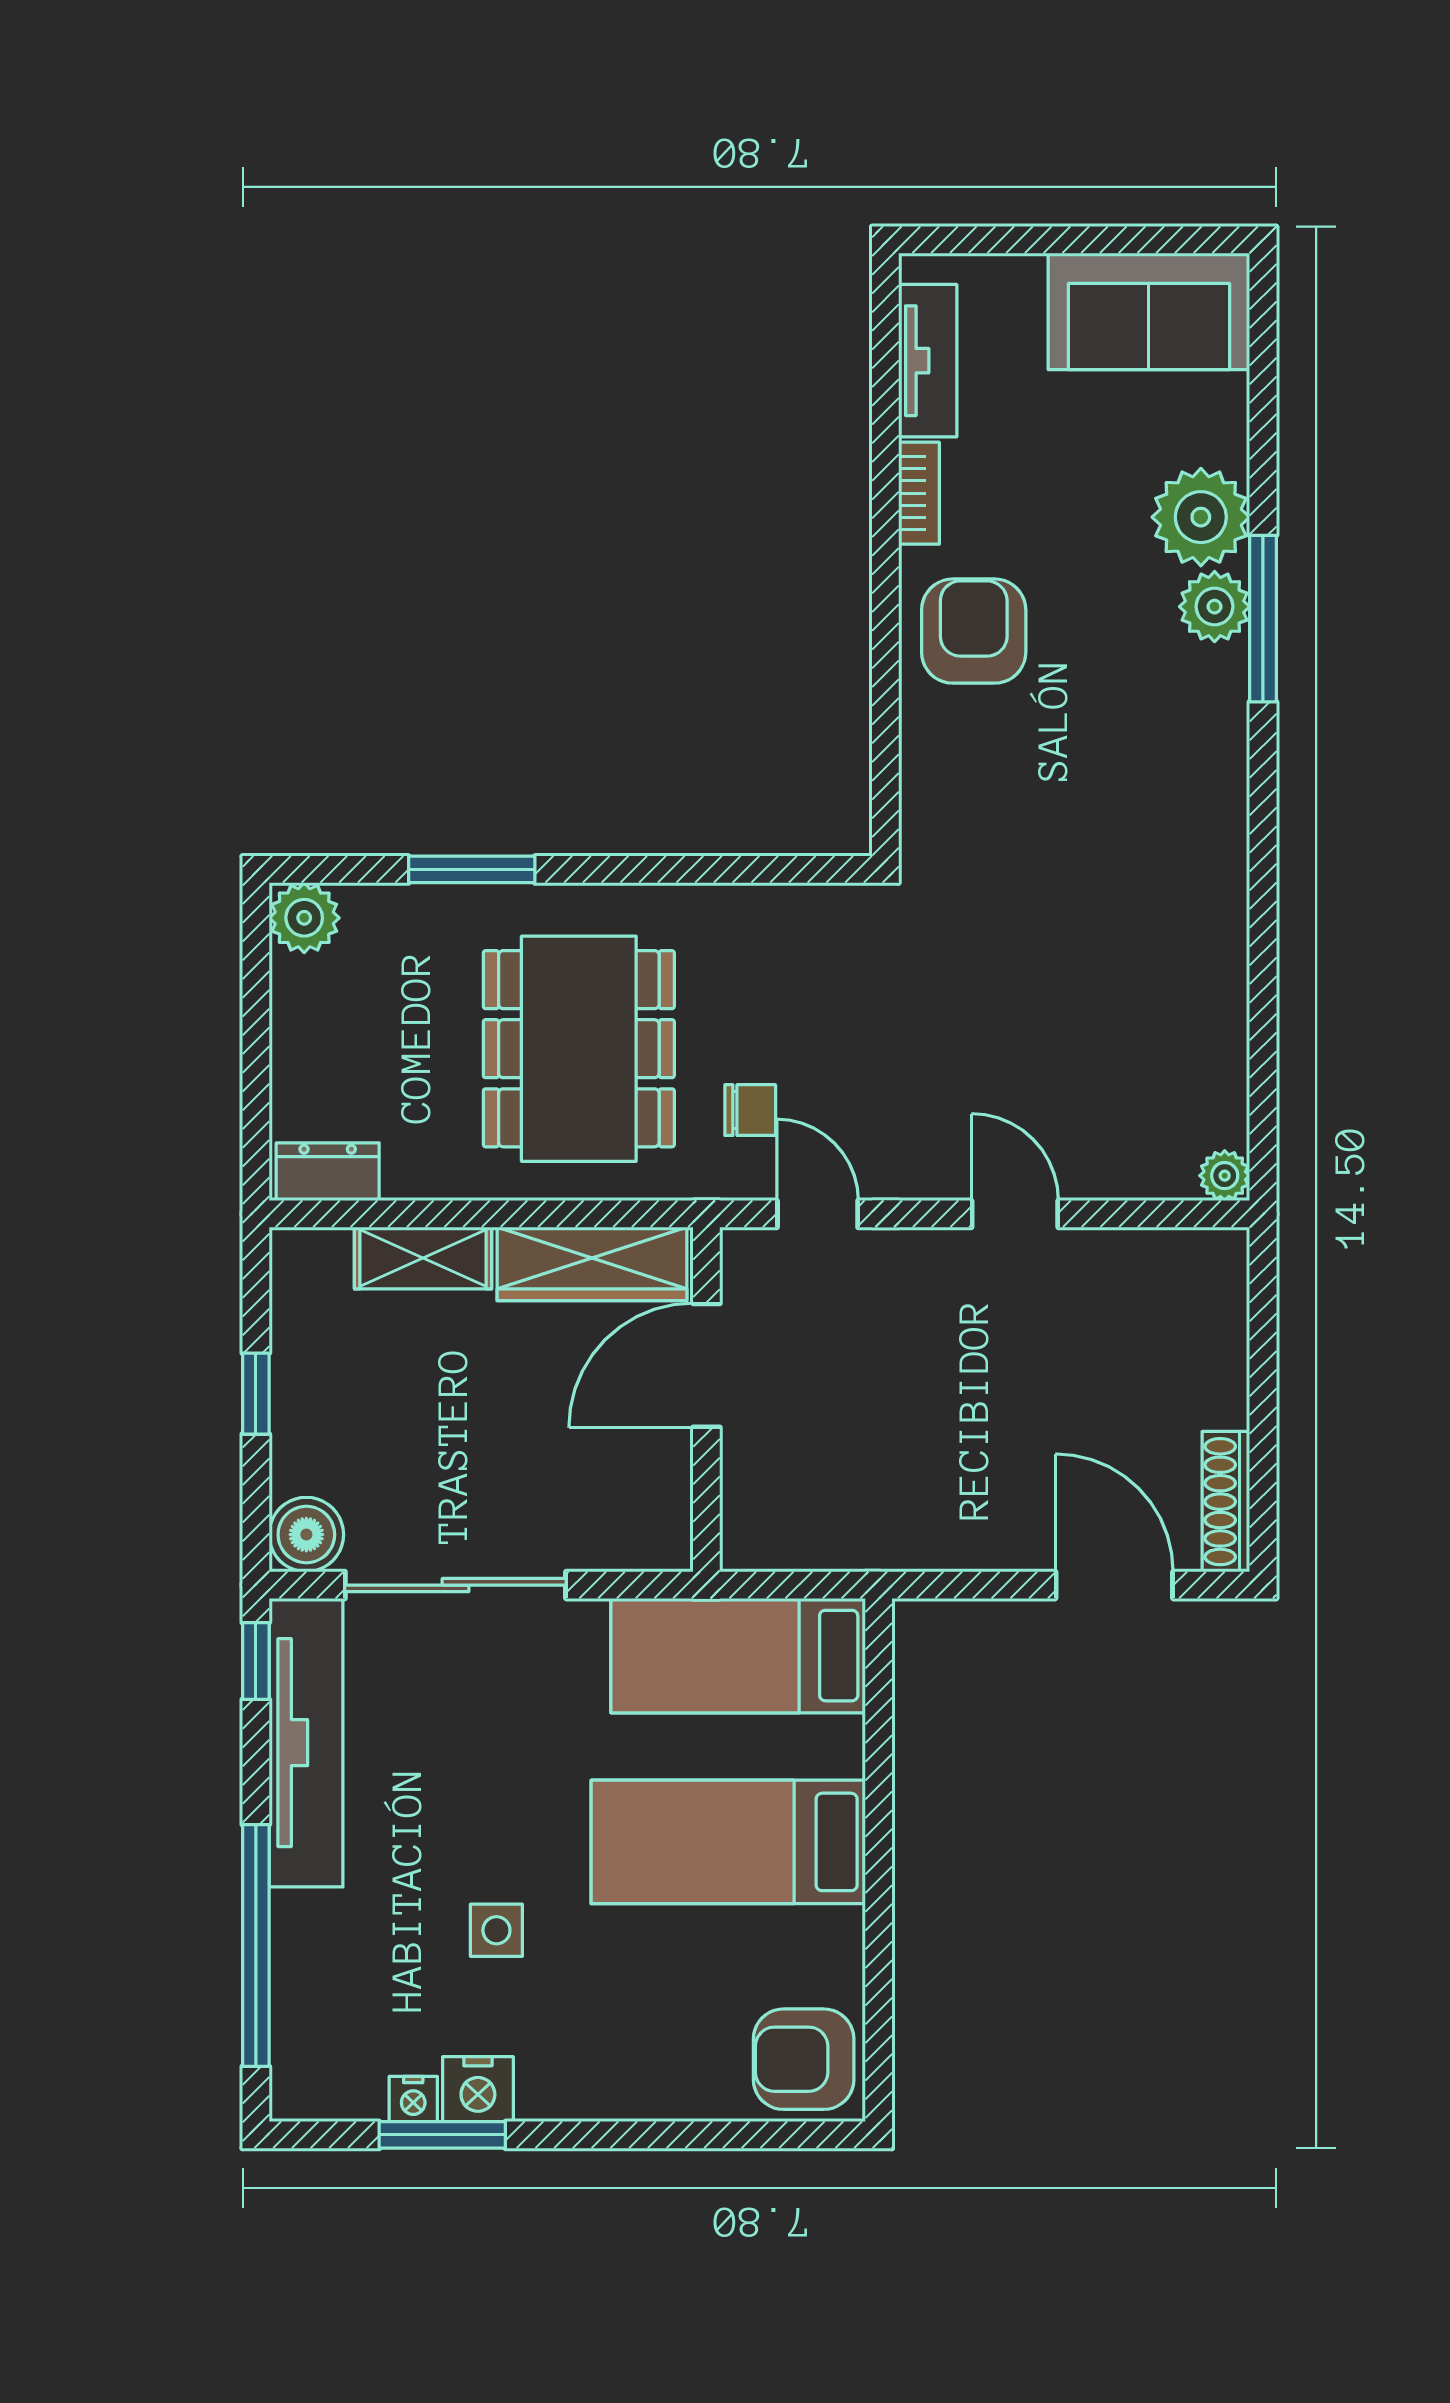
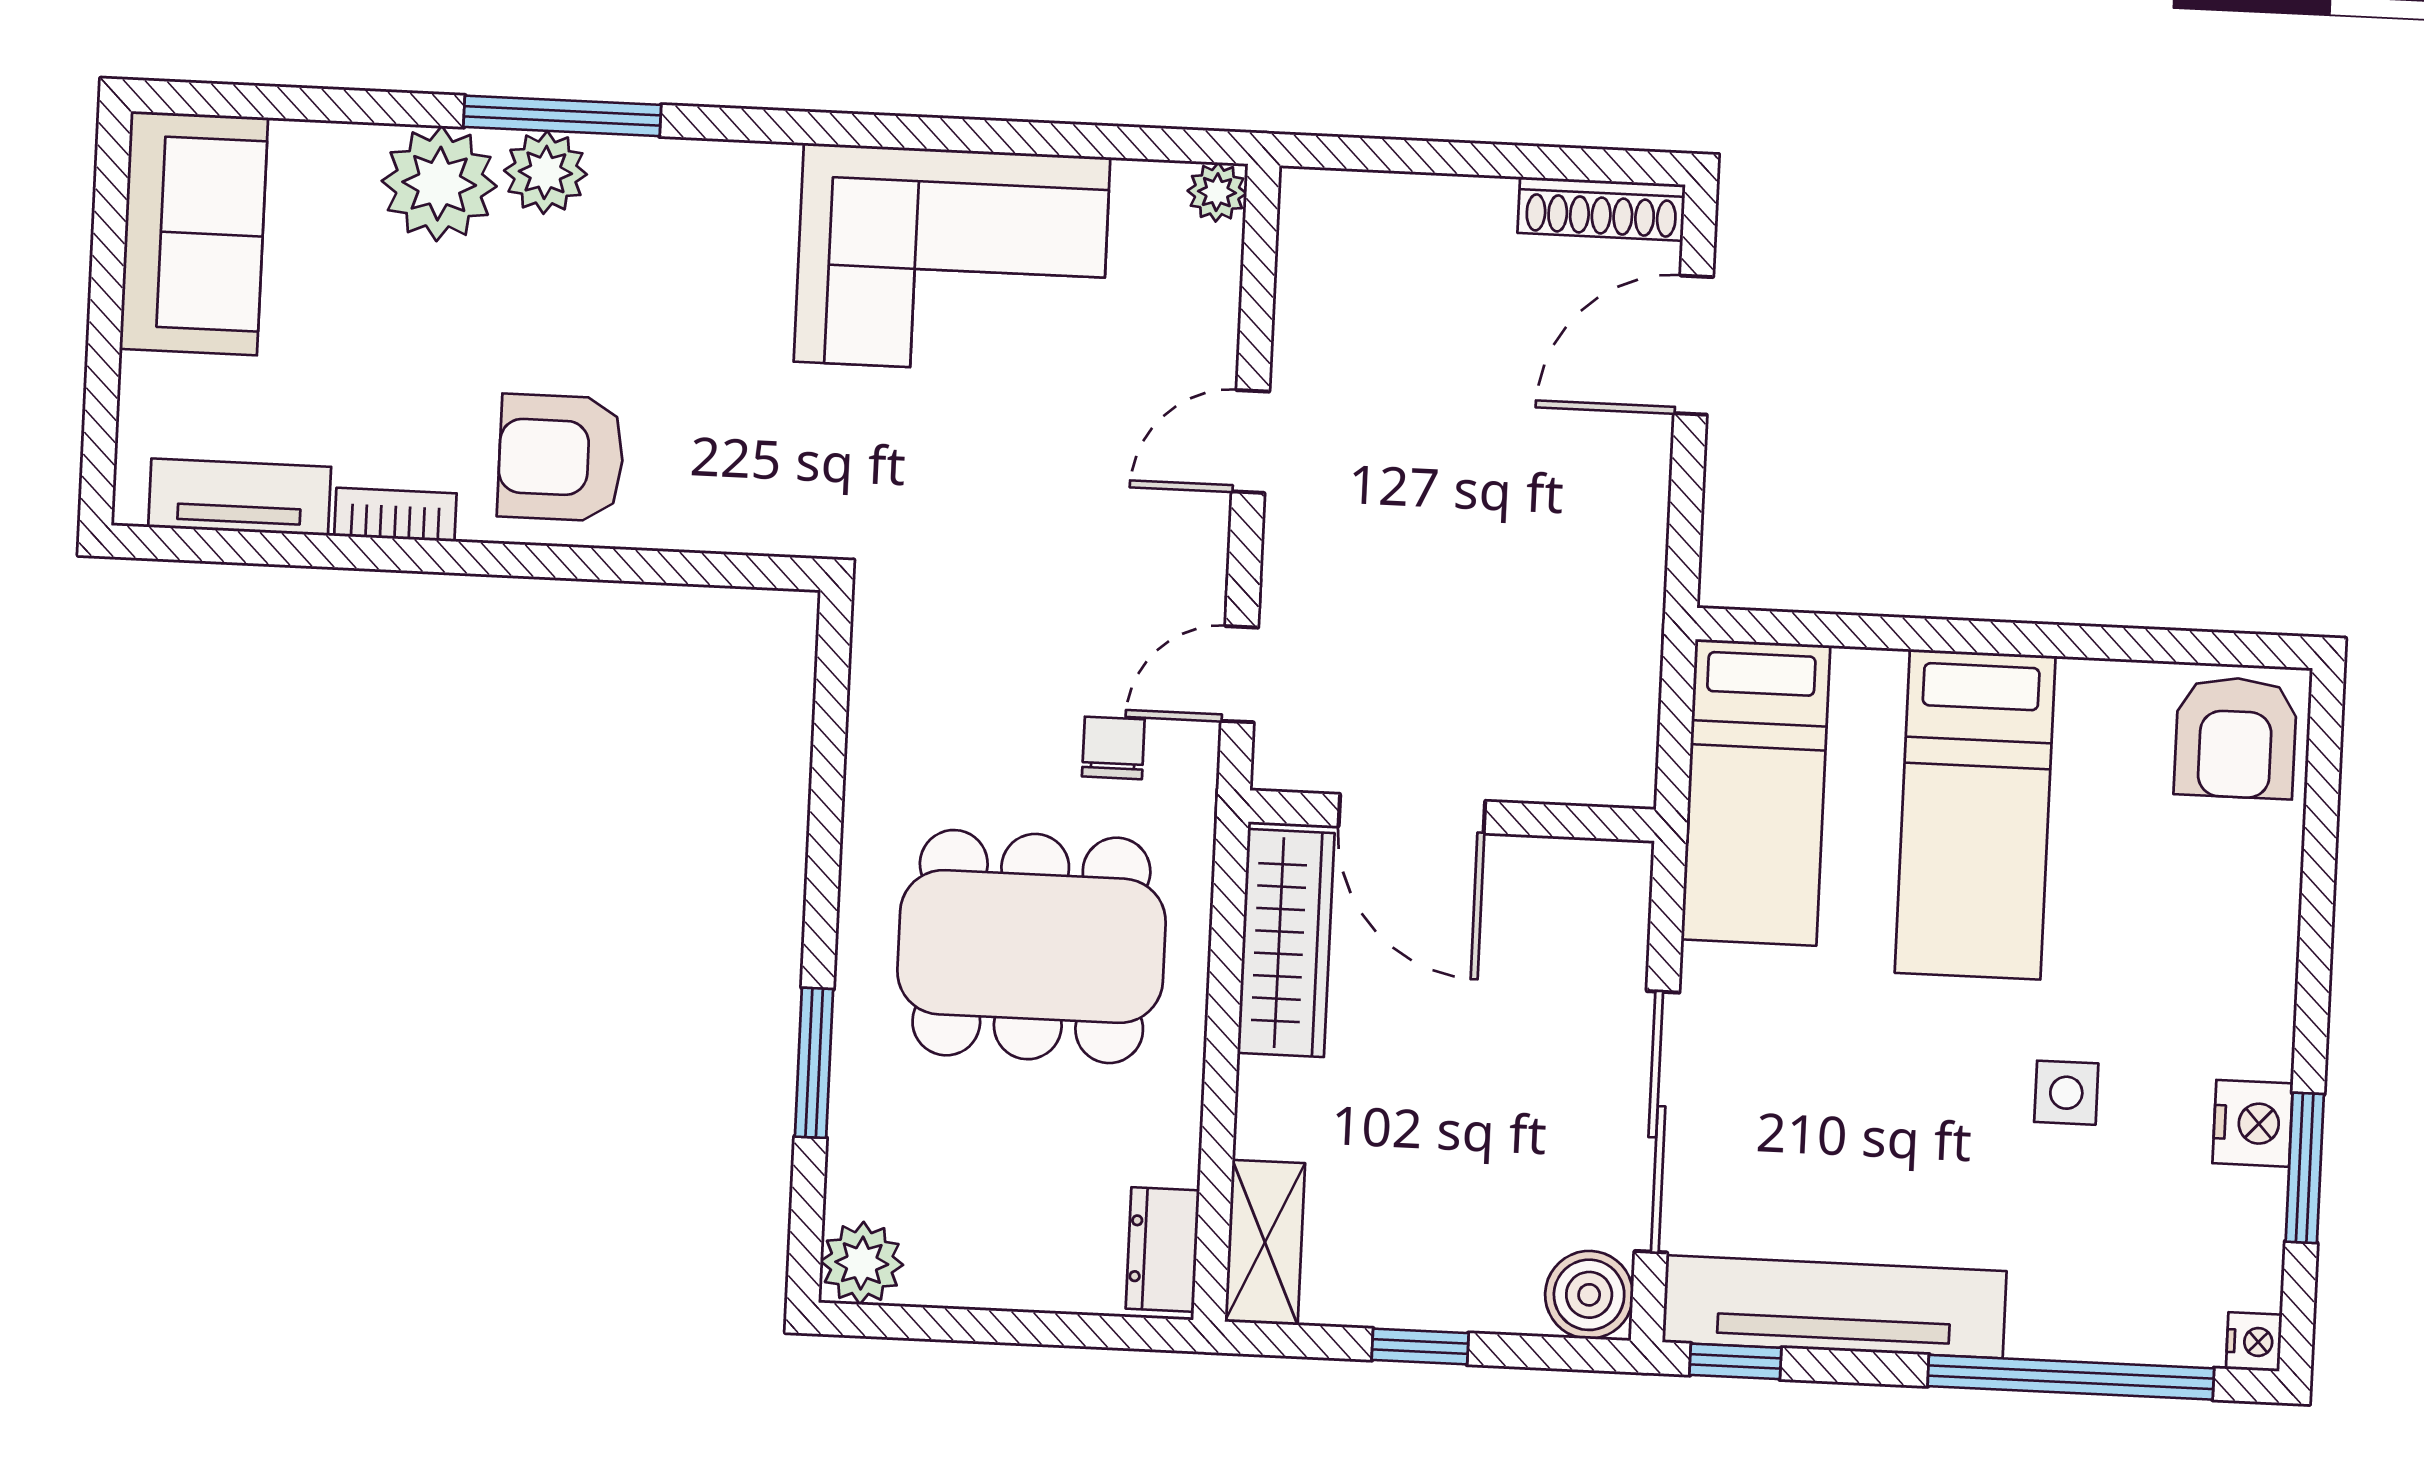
corner sofa: (1157, 954) -> (952, 260), added
shelving: (423, 1258) -> (1265, 1242), moved
nightstand: (413, 2099) -> (2254, 1342), moved

